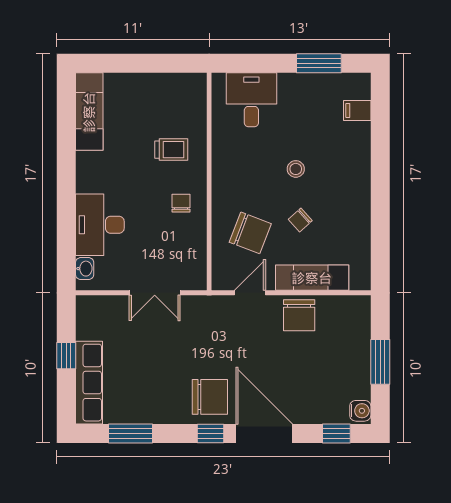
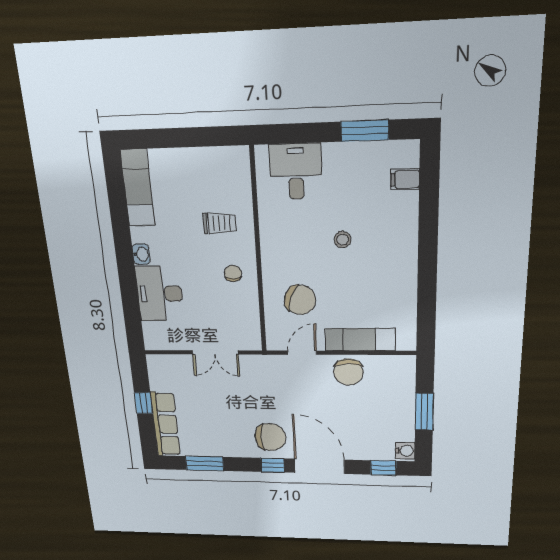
chair: (300, 220) -> (348, 288), removed
washbasin: (85, 269) -> (141, 254), moved

